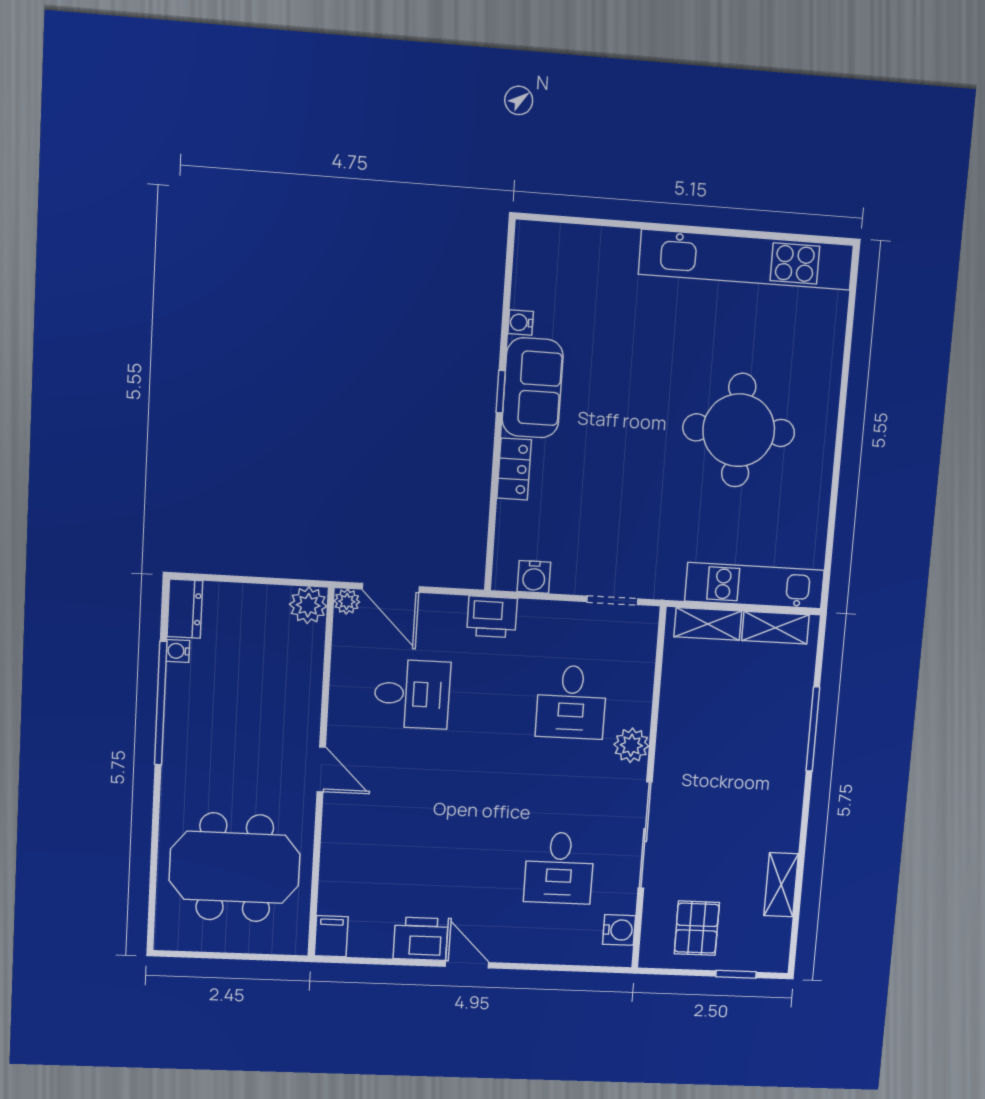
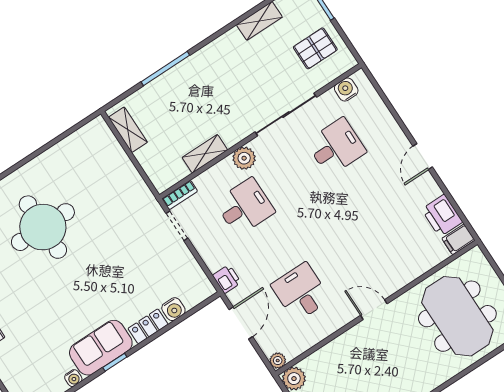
water cooler: (534, 577) -> (173, 309), moved, turned 90
kitchen unit: (755, 586) -> (115, 158), removed
door: (391, 588) -> (241, 323), moved
printer: (492, 617) -> (227, 279), width x0.73, depth x0.81
shelving: (708, 624) -> (205, 154), moved, turned 90
bookcase: (647, 632) -> (180, 195), added
door: (321, 769) -> (374, 310), hinge flipped
printer: (421, 939) -> (442, 216), moved

